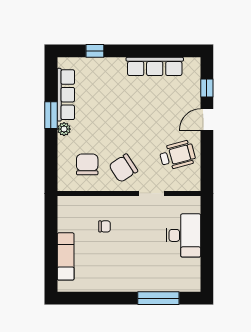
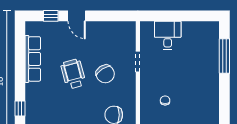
wheelchair: (177, 155) -> (73, 74), moved
chair: (123, 168) -> (105, 74), moved
desk: (184, 235) -> (168, 35), width x0.73

